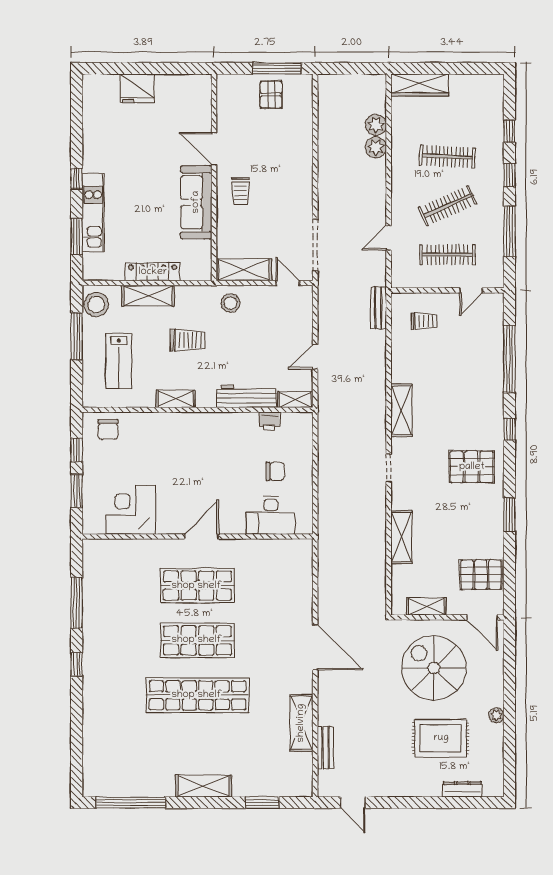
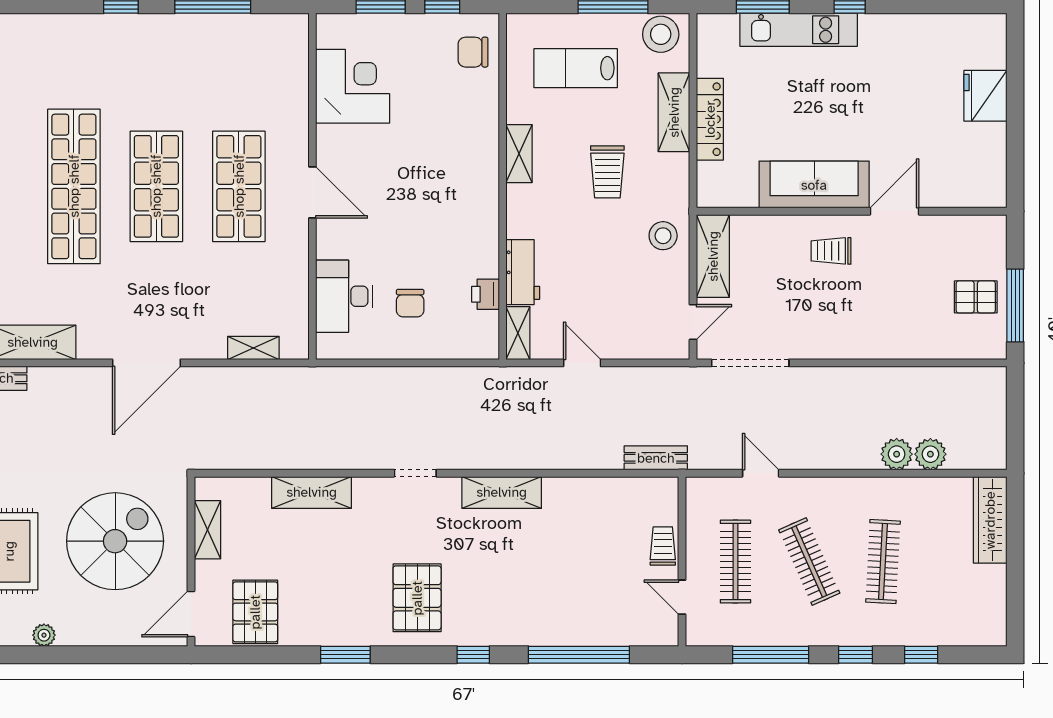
trolley: (424, 321) -> (663, 546), moved, turned 180
workbench: (246, 396) -> (523, 272), width x0.73
shelving: (305, 576) -> (253, 348), added

